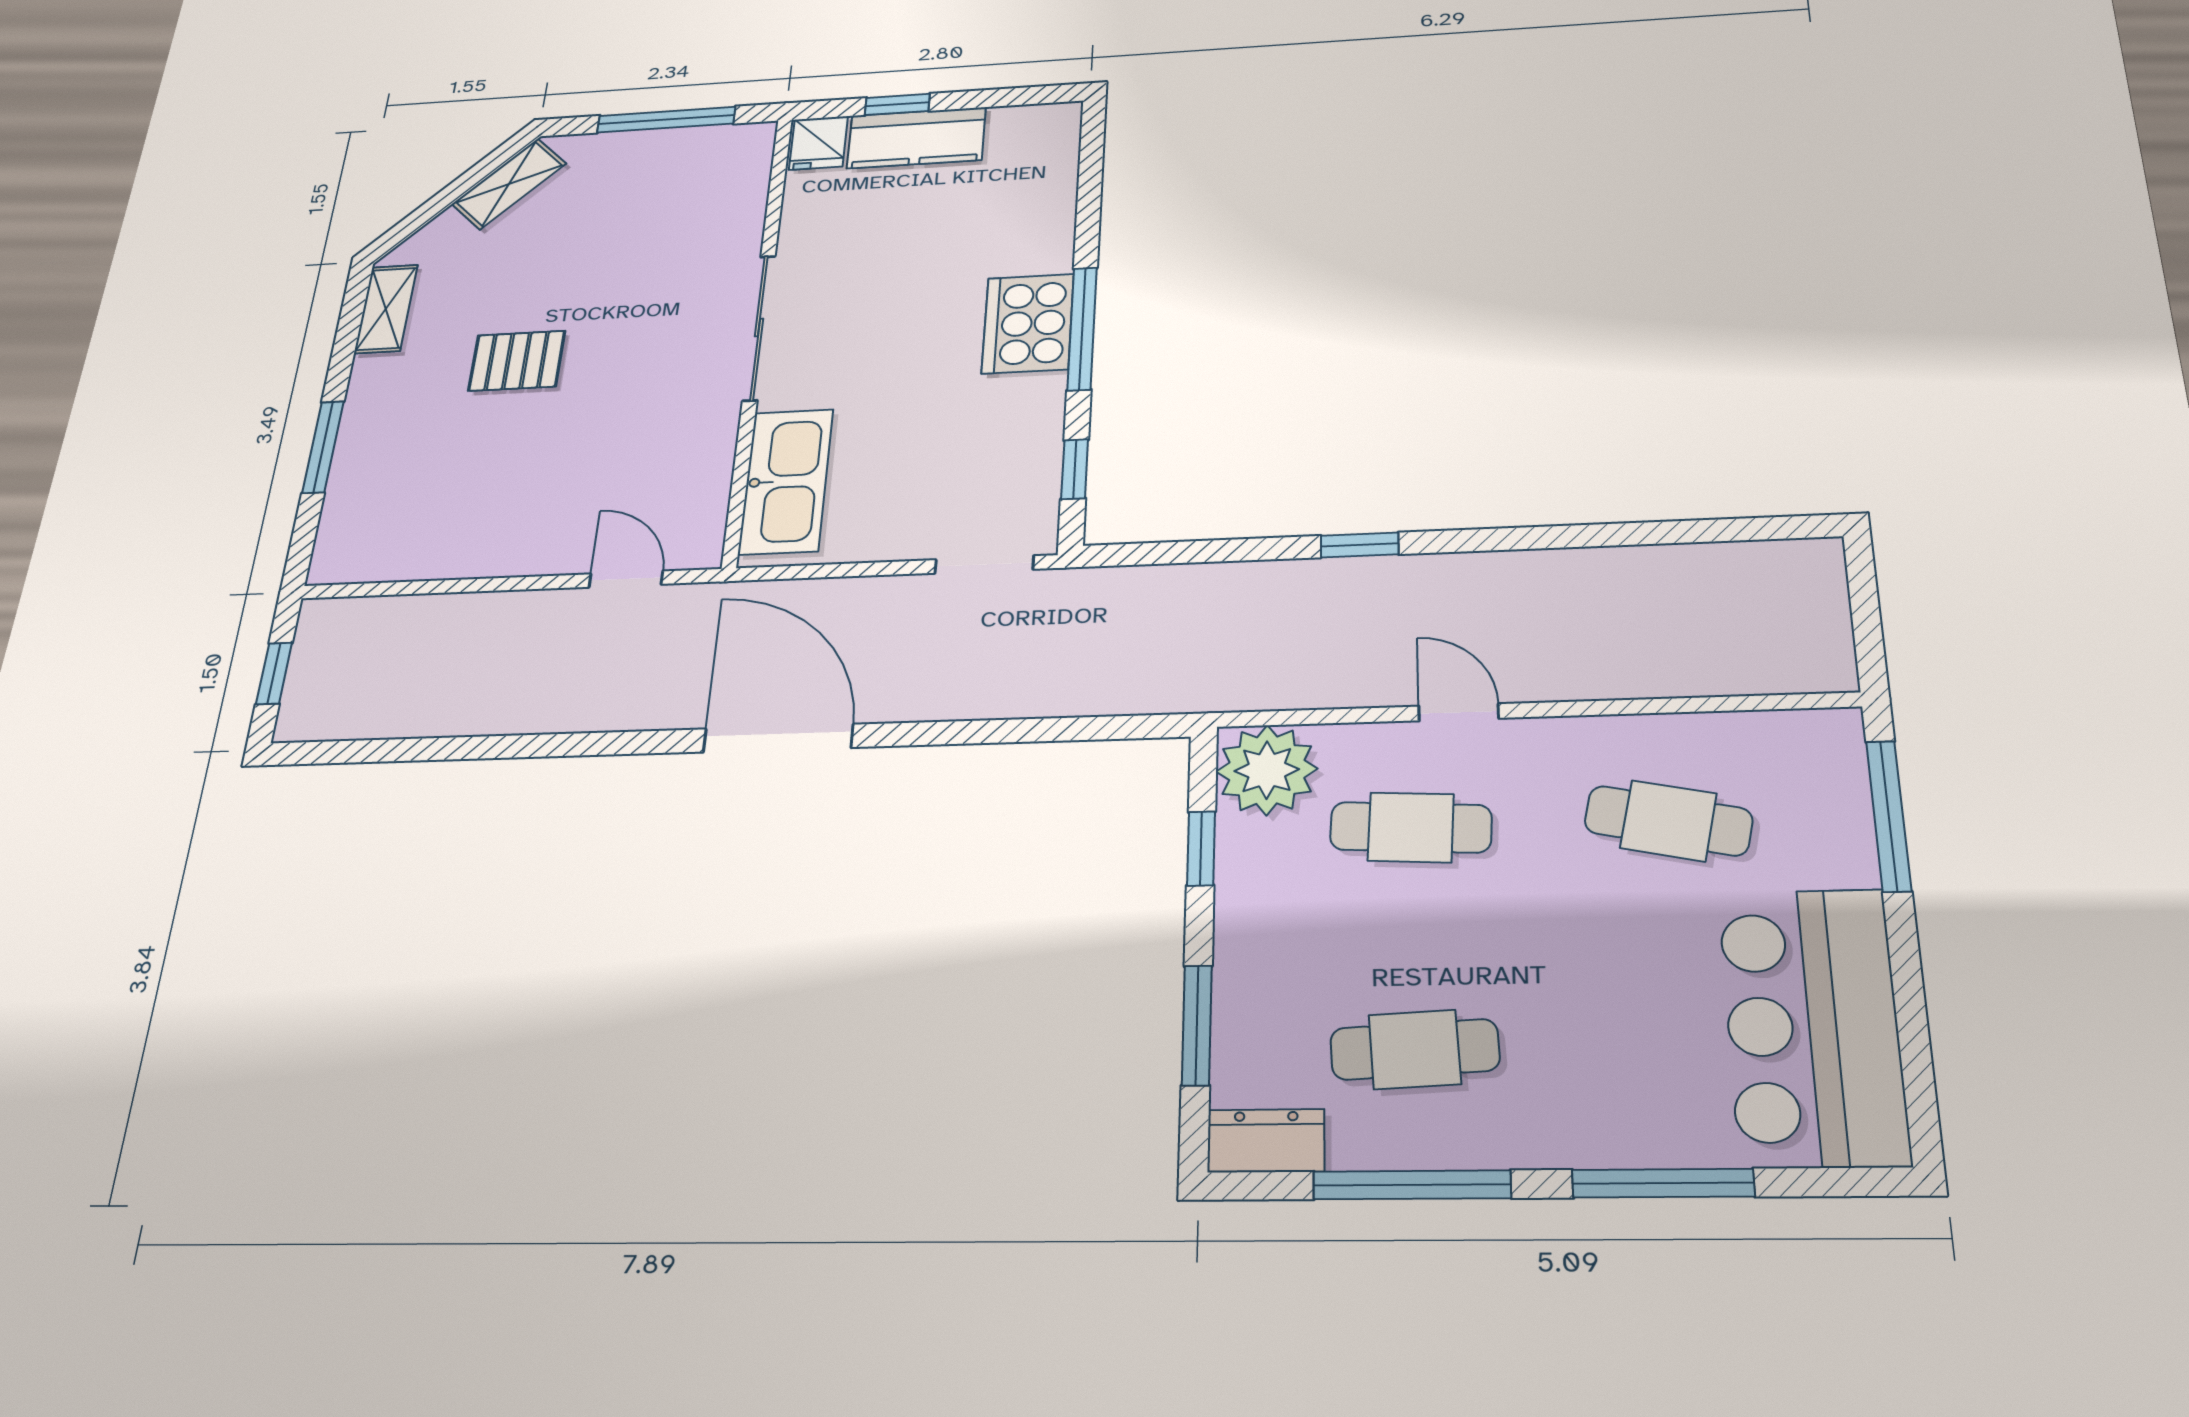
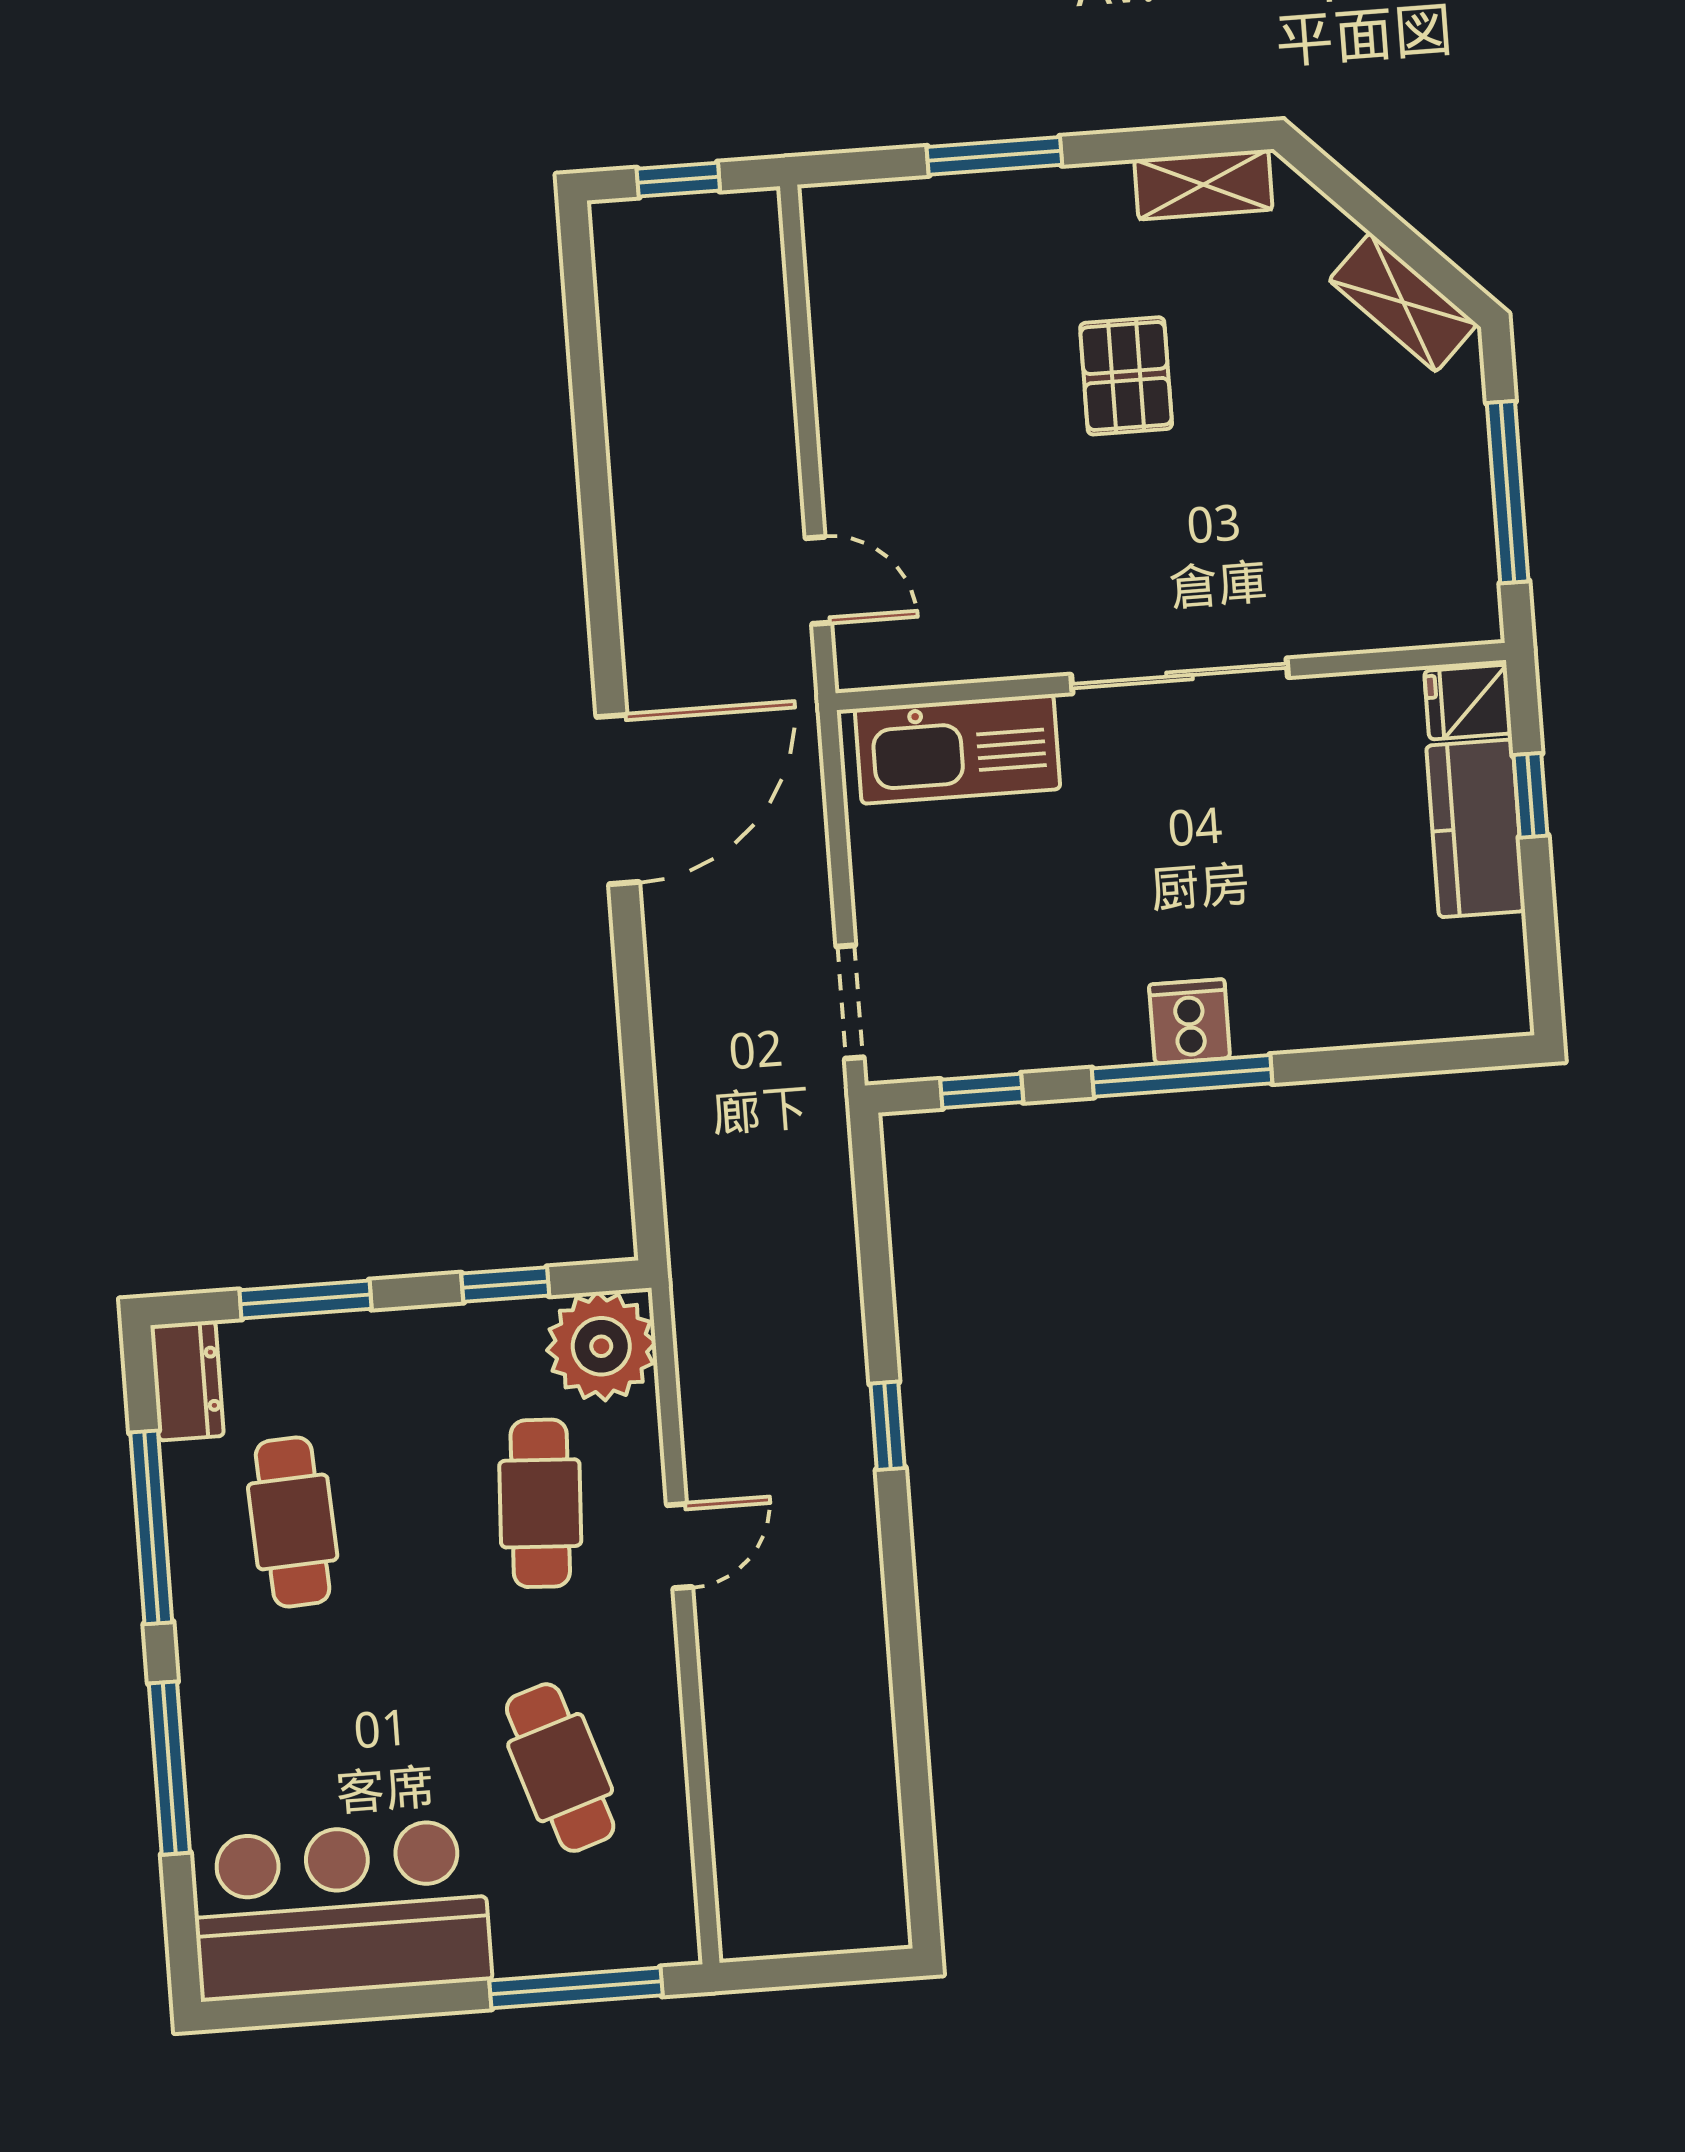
cooker: (1028, 324) -> (1190, 1021), width x0.53, depth x0.76
door: (626, 579) -> (818, 580), hinge flipped
cafe table: (1668, 821) -> (560, 1768), turned -30

